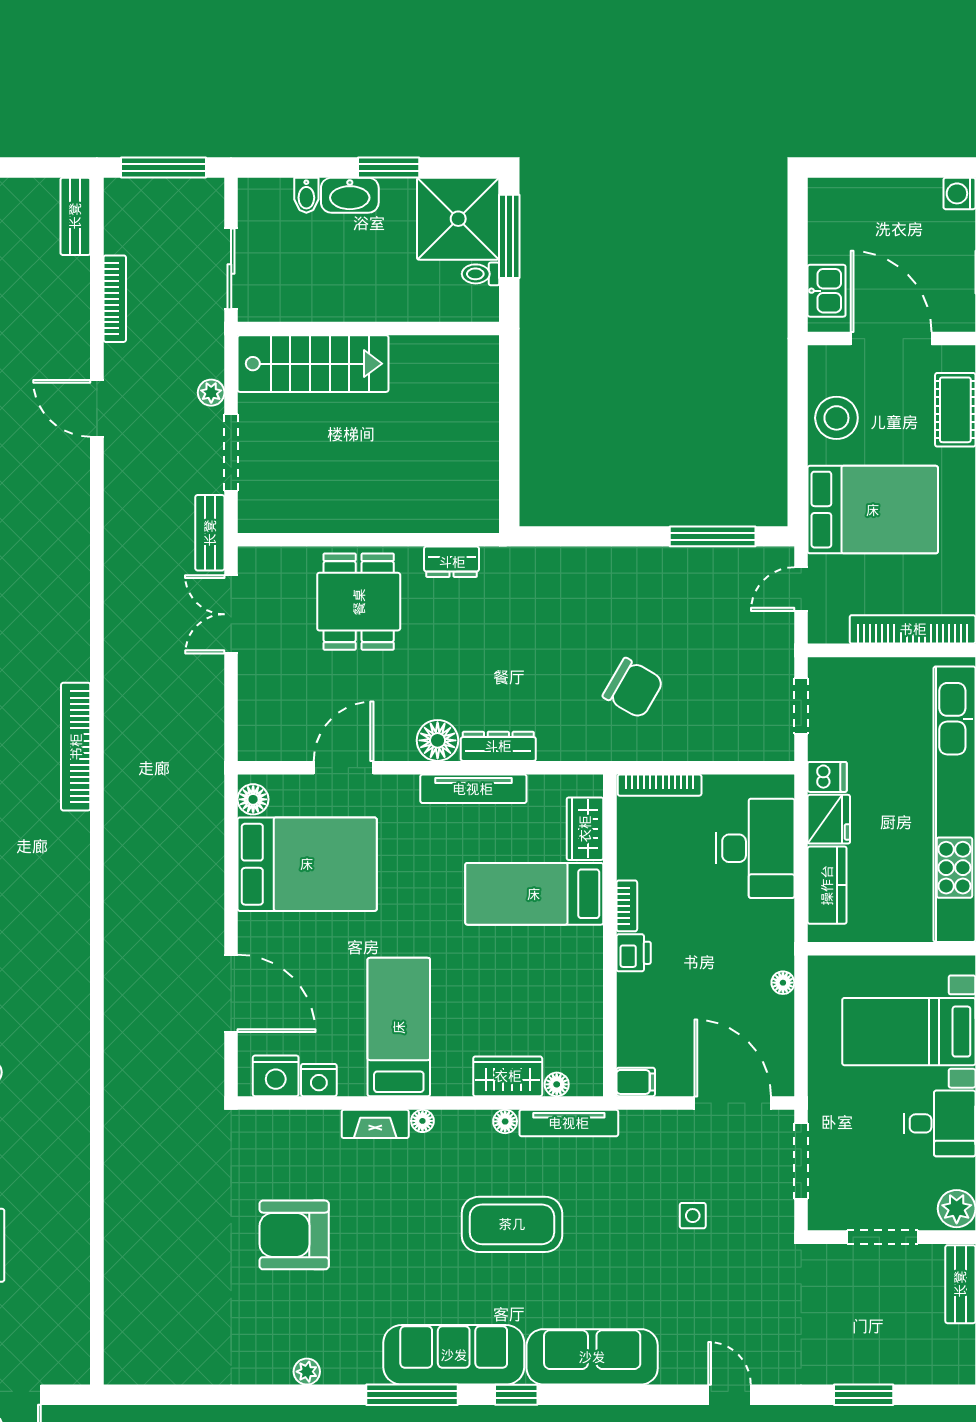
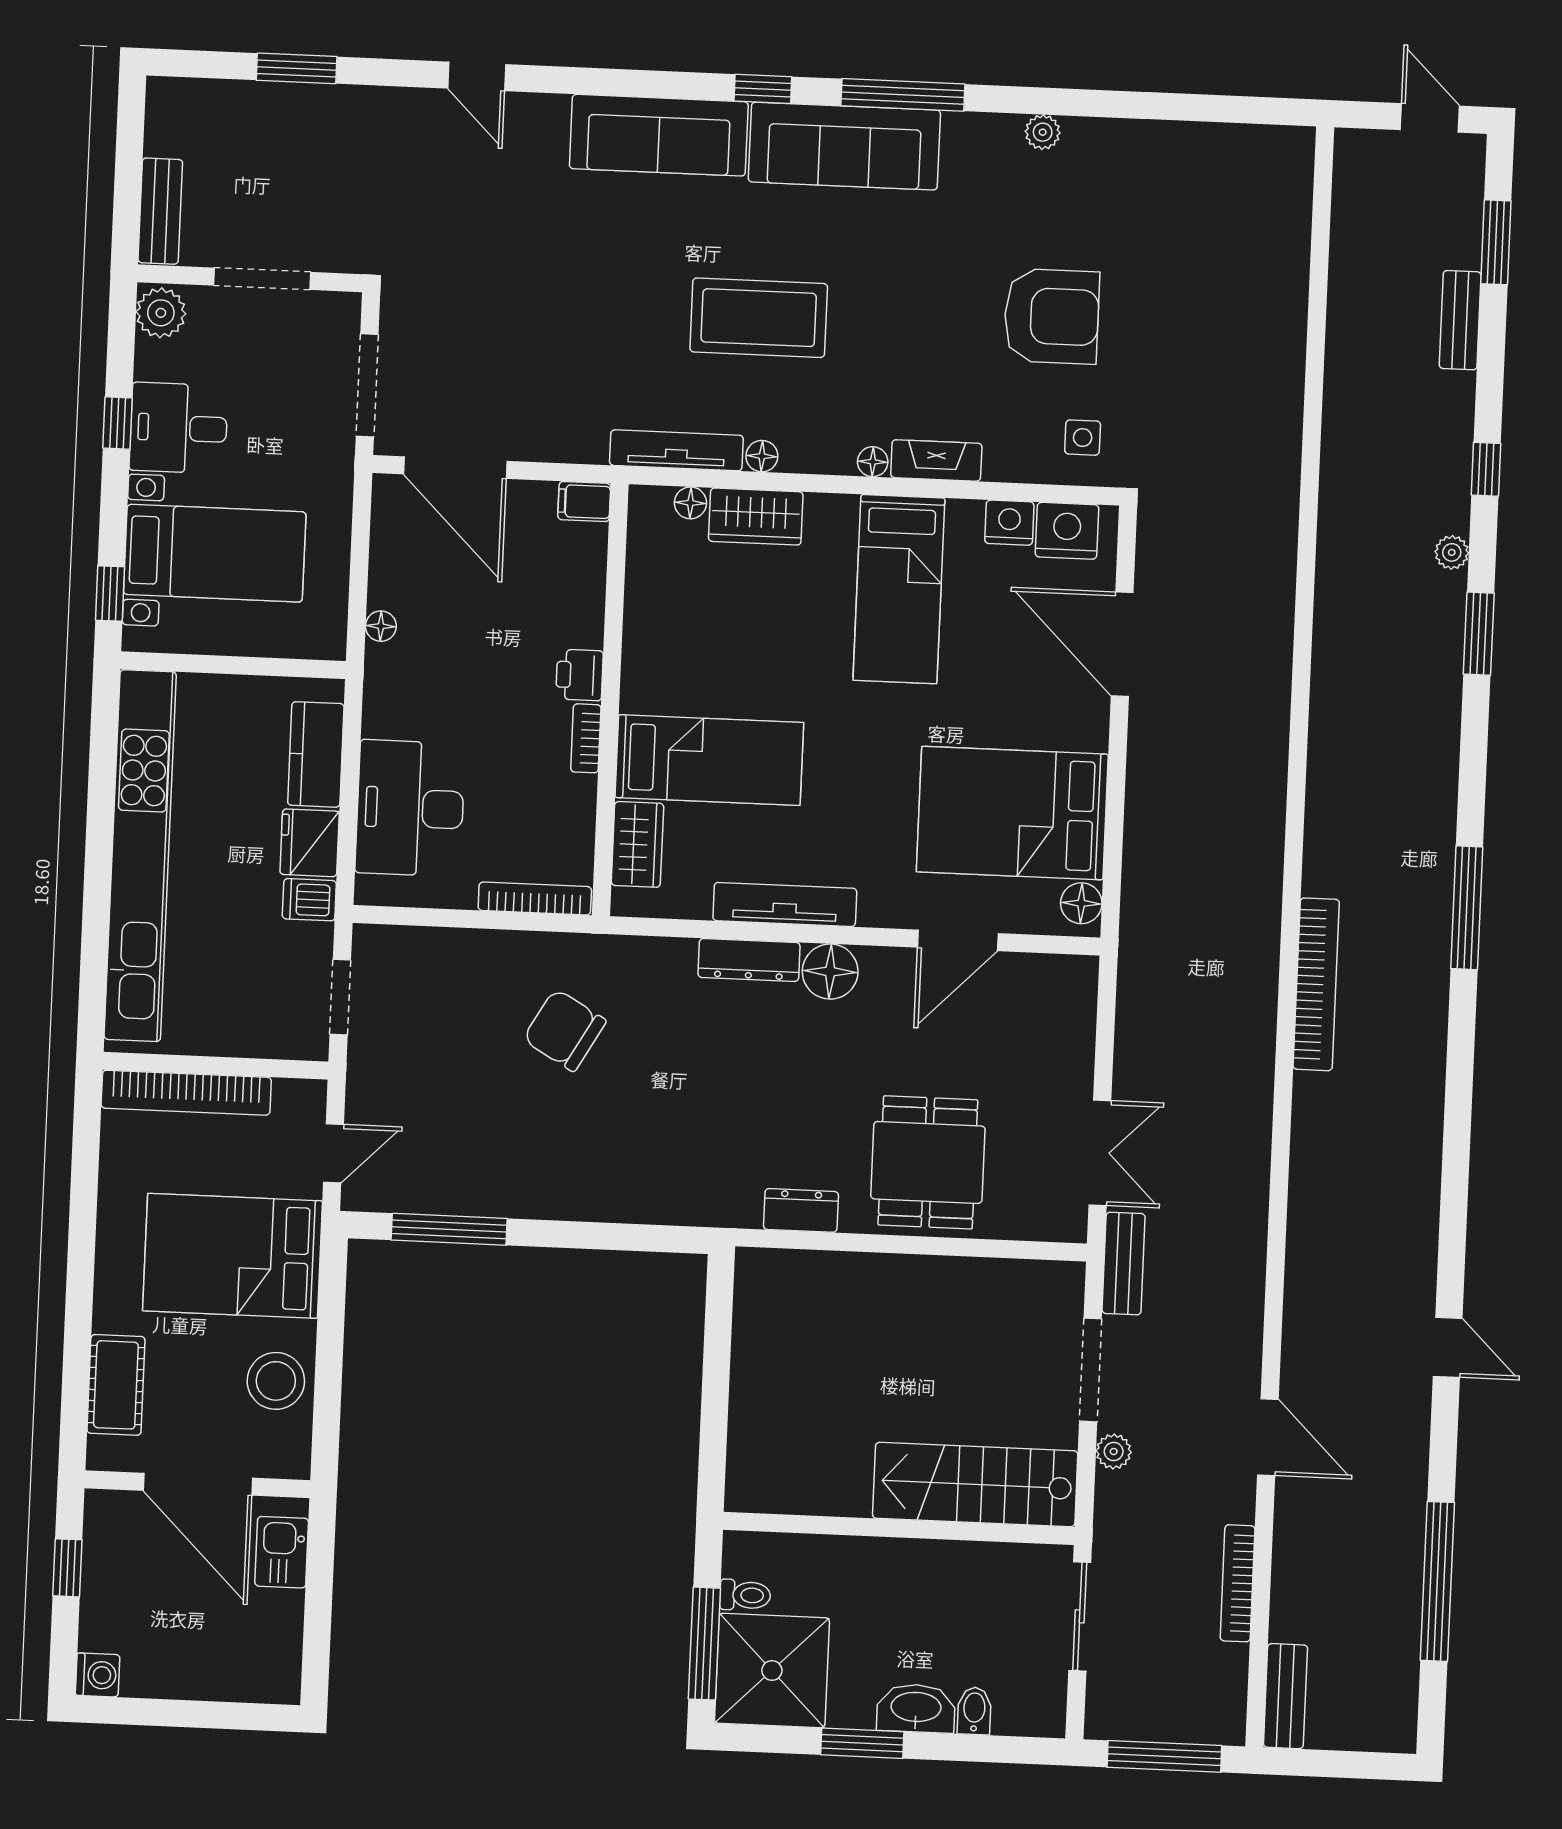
side table: (693, 1216) -> (1083, 438), moved

